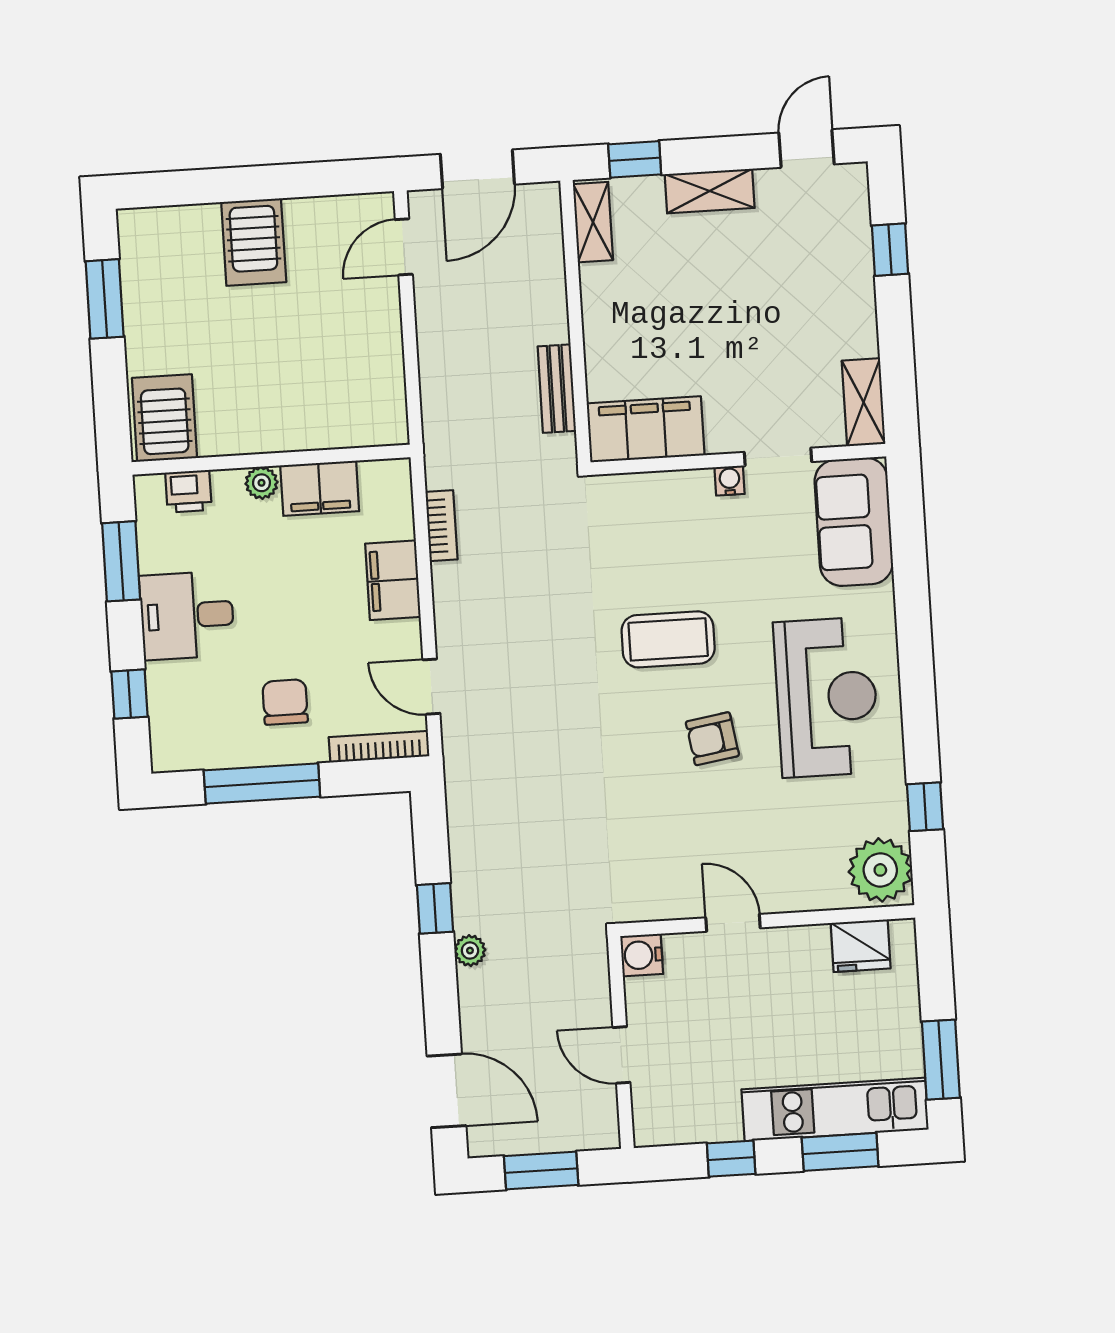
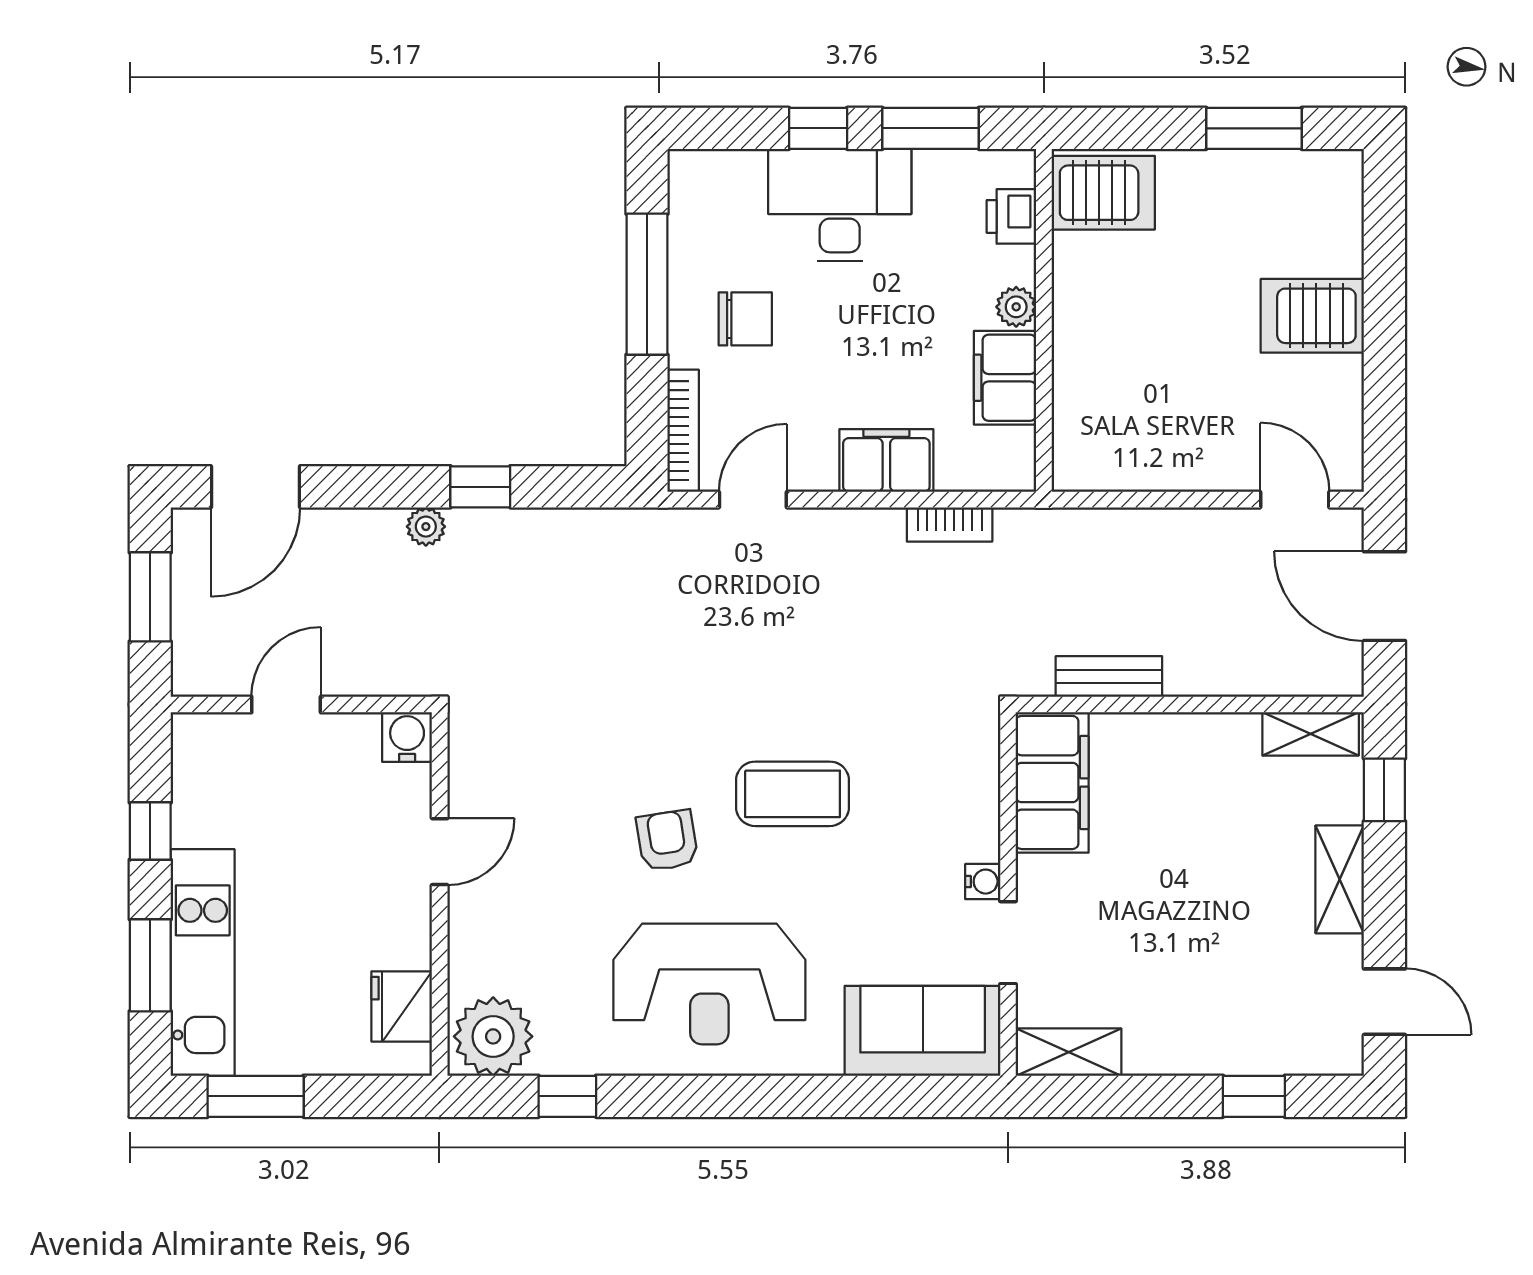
desk: (187, 615) -> (840, 205), width x1.37
coffee table: (668, 639) -> (792, 794), turned 90
window: (129, 694) -> (818, 128), moved

